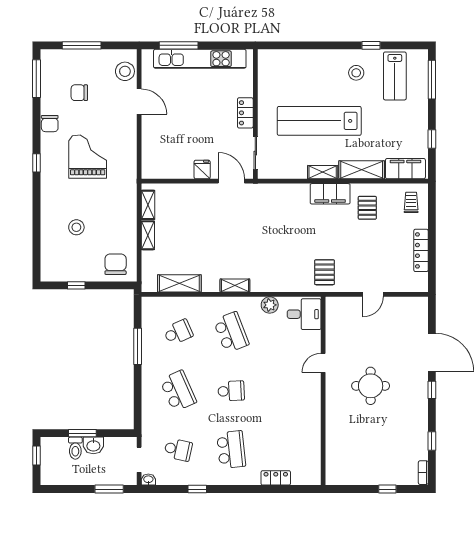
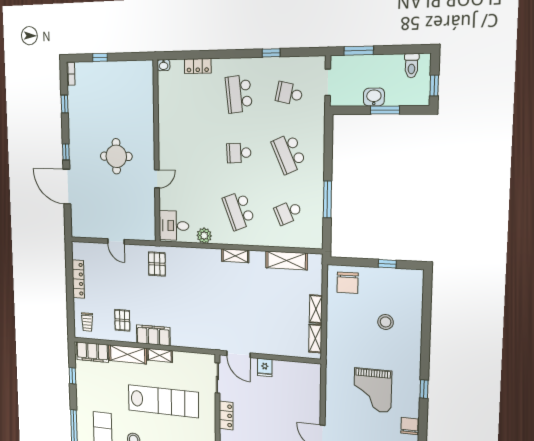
door: (373, 294) -> (116, 241), swing flipped
toilet: (75, 448) -> (412, 66), moved, turned 180
washbasin: (148, 480) -> (164, 65), moved

